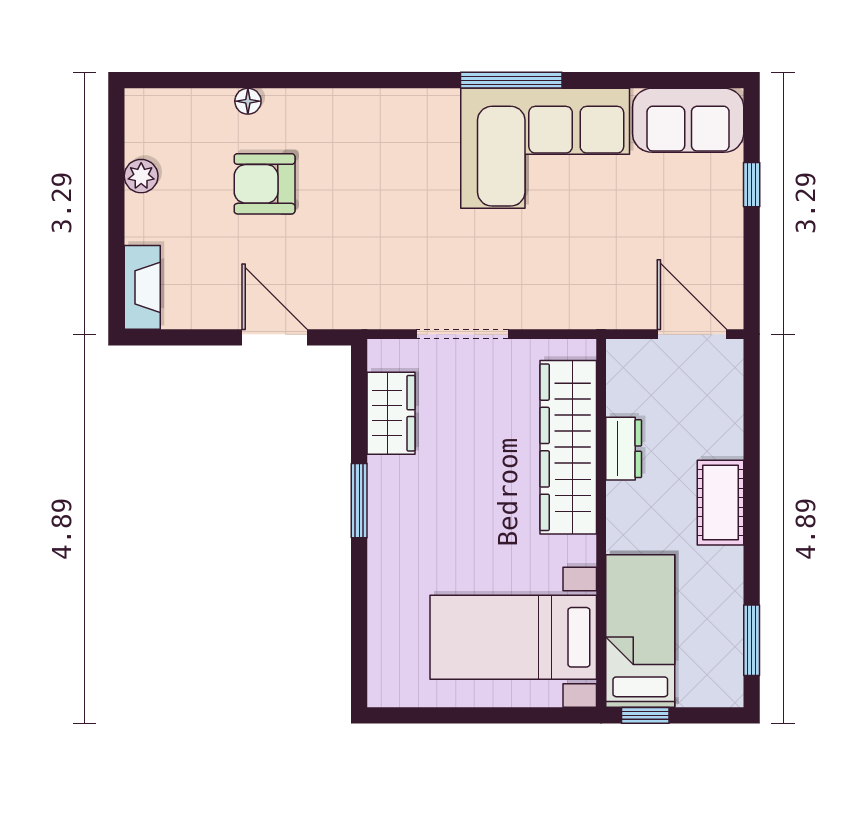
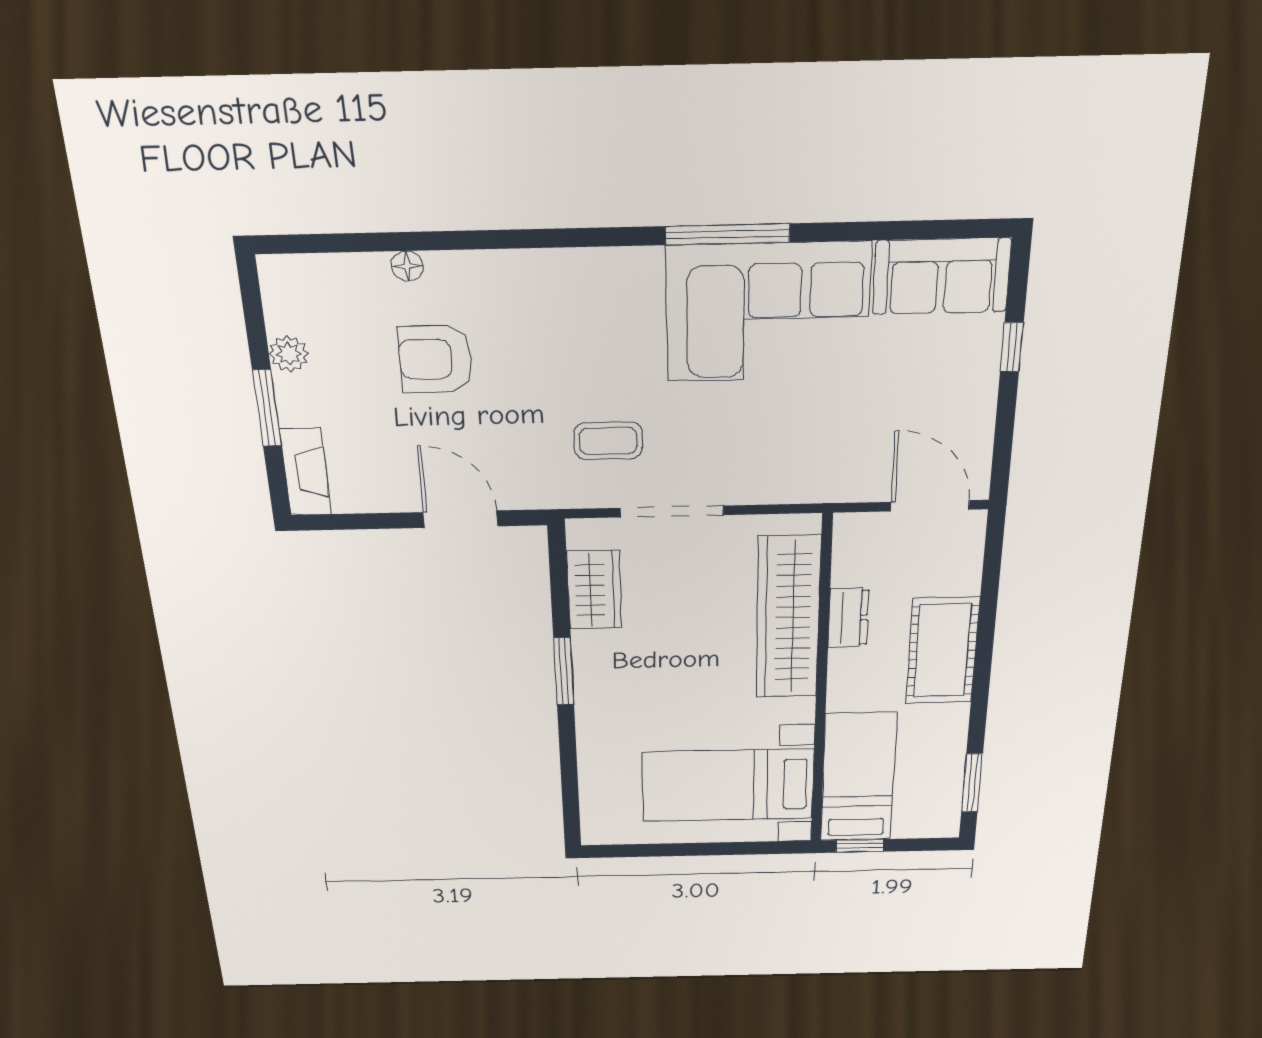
window: (116, 226) -> (267, 408), added
coffee table: (408, 264) -> (608, 441), added
cot: (721, 503) -> (942, 651), width x1.37, depth x1.34

